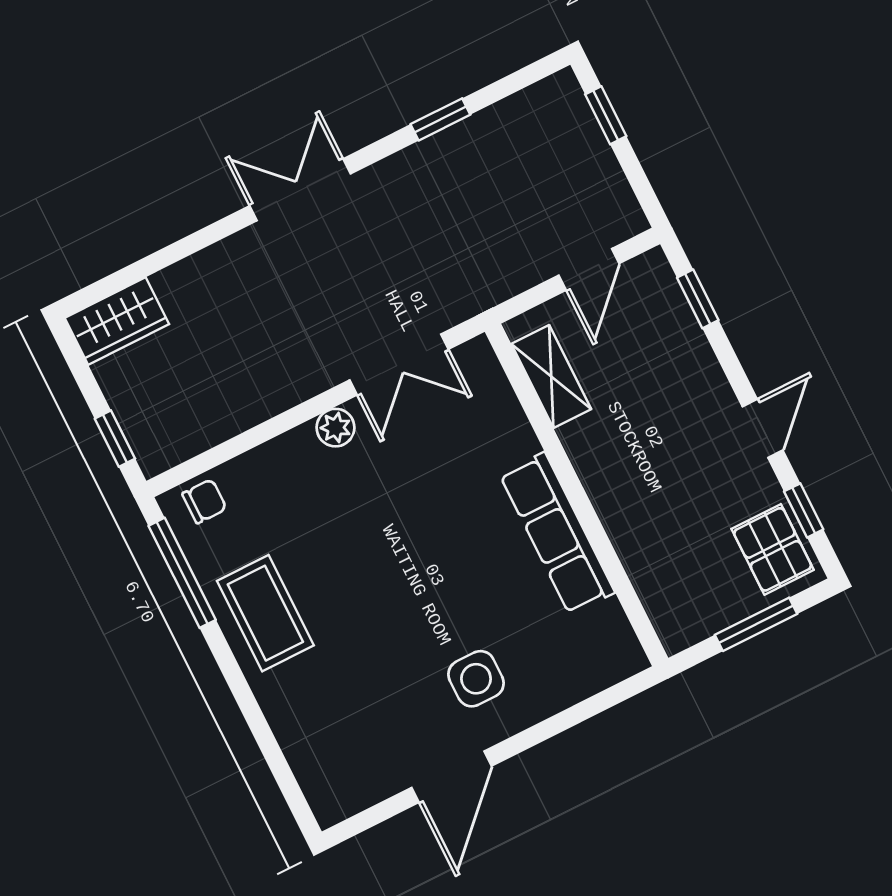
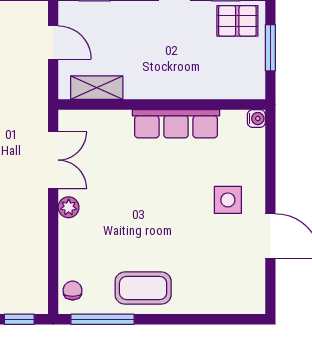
water cooler: (630, 659) -> (256, 119), added

